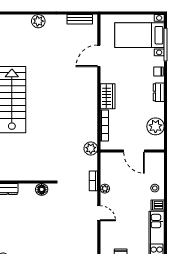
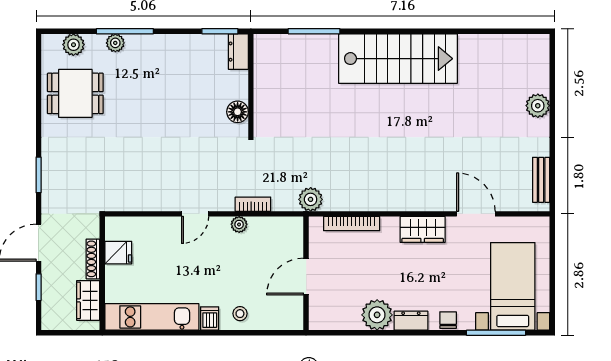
wardrobe: (108, 96) -> (423, 229), moved
plant: (155, 126) -> (377, 315), moved

